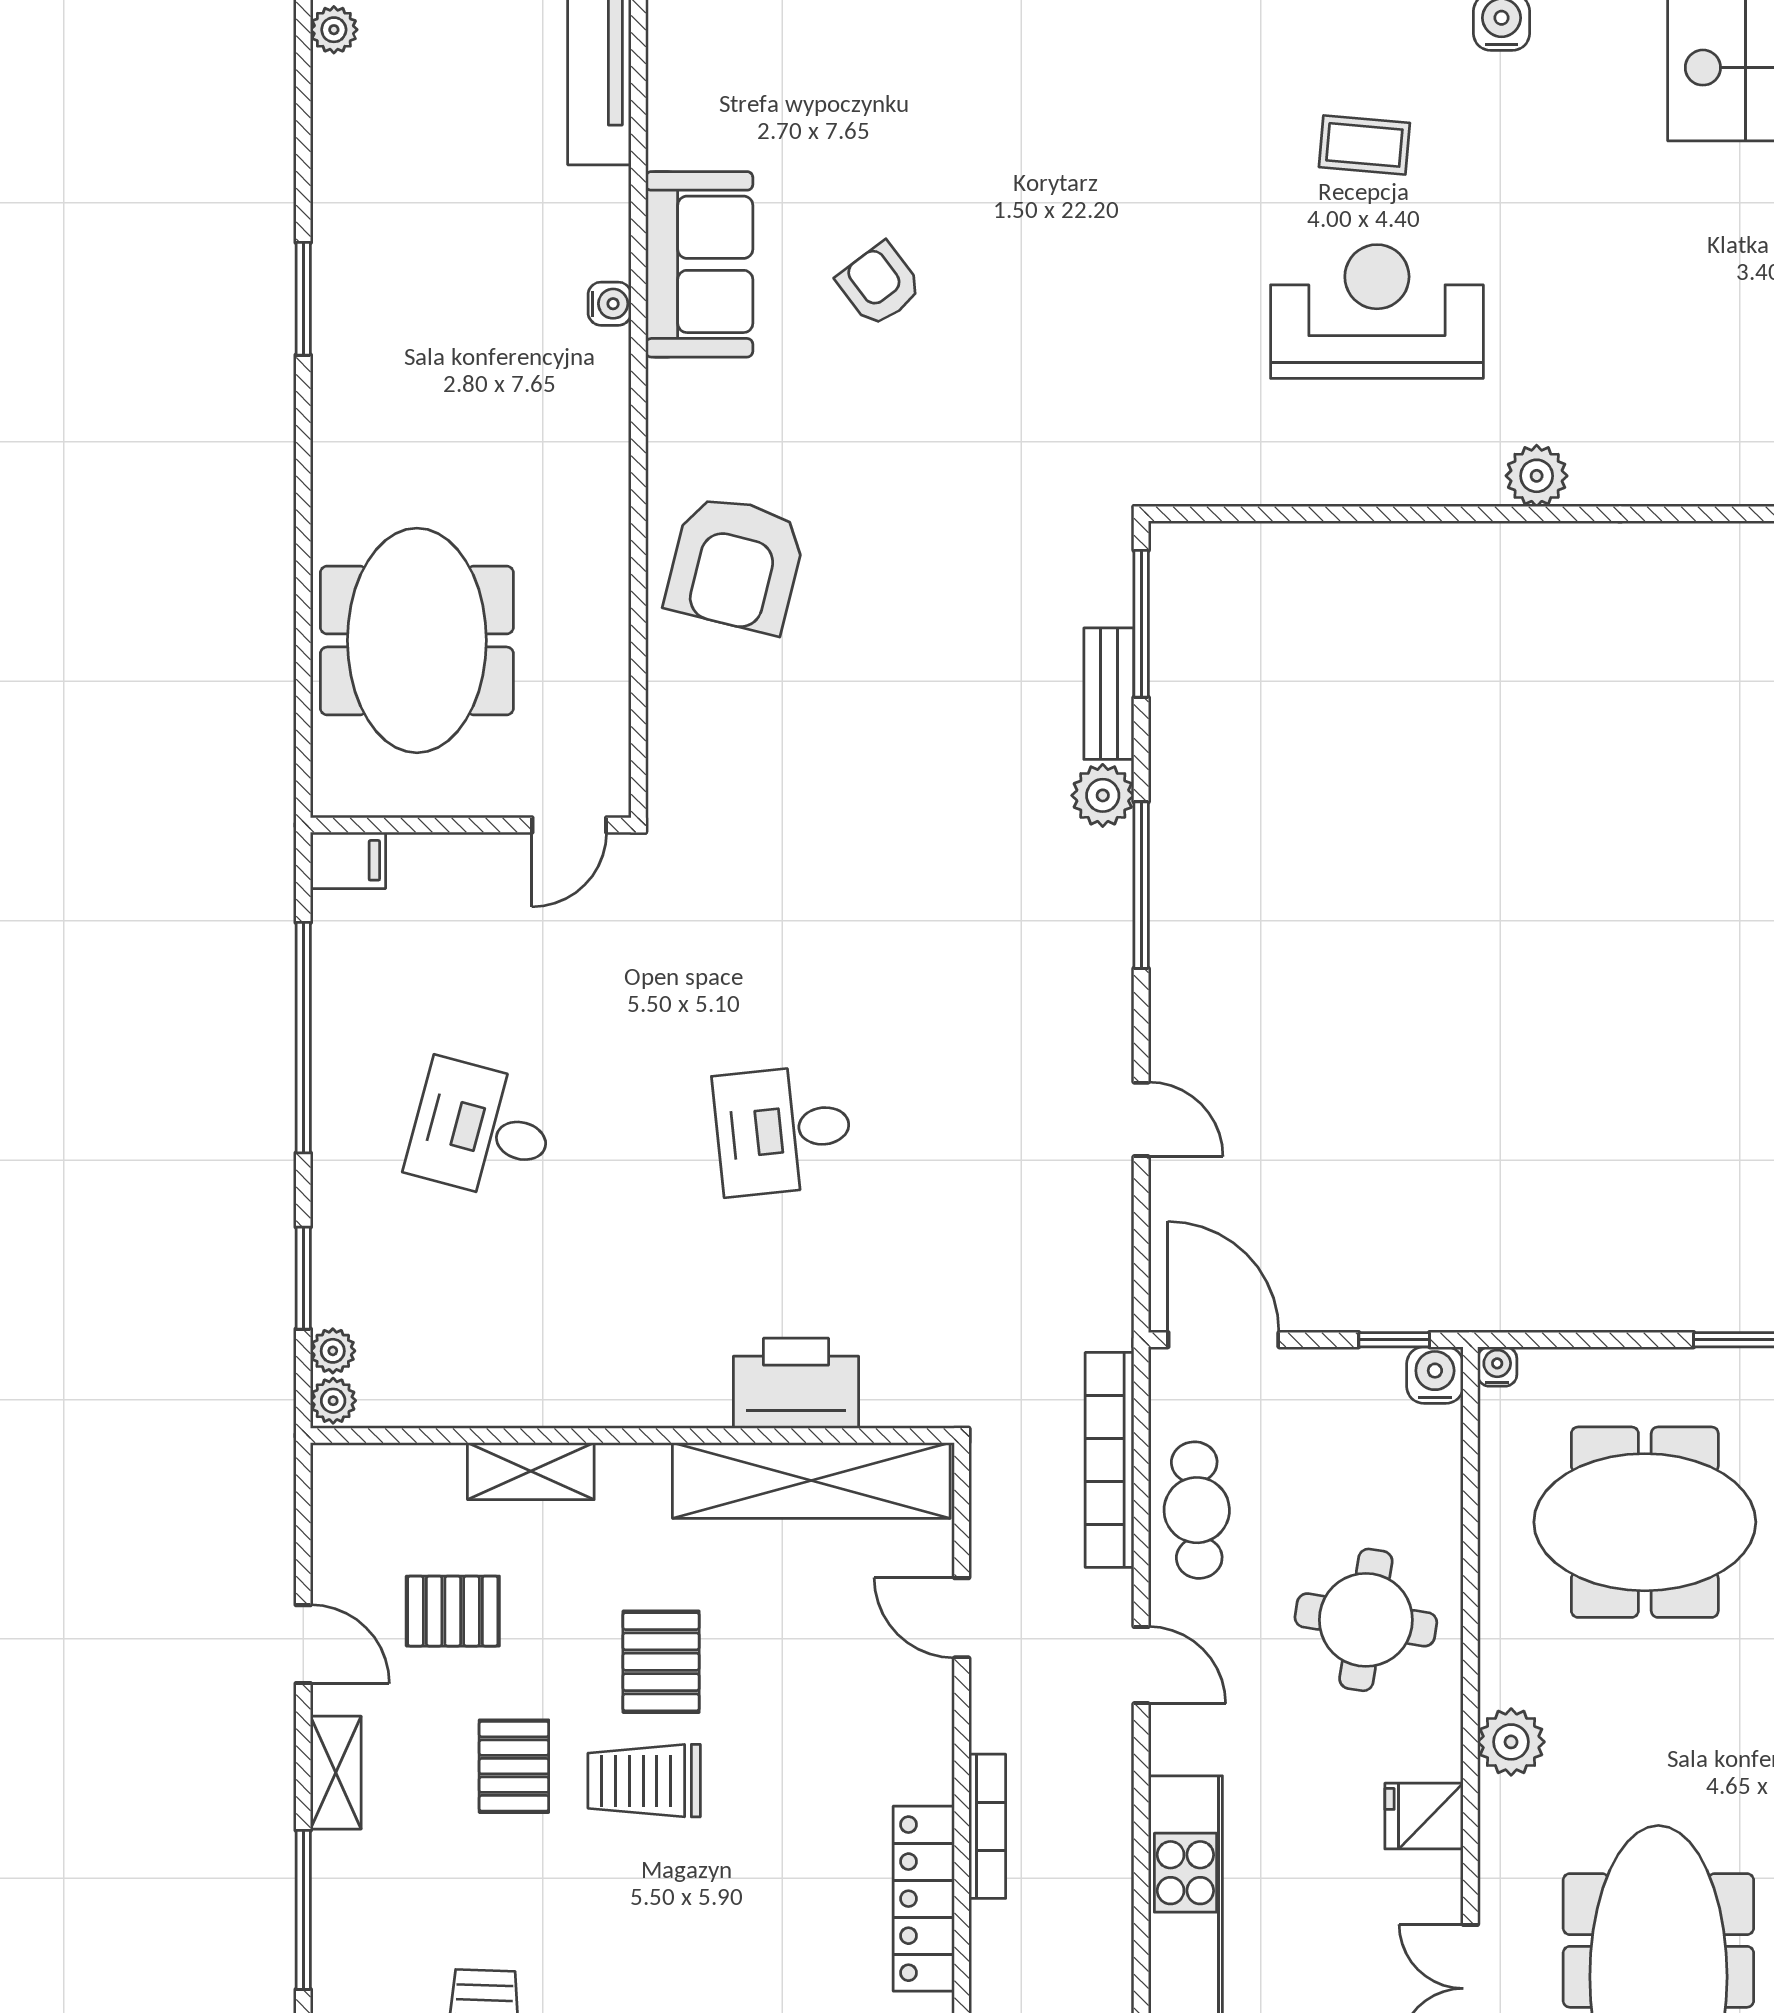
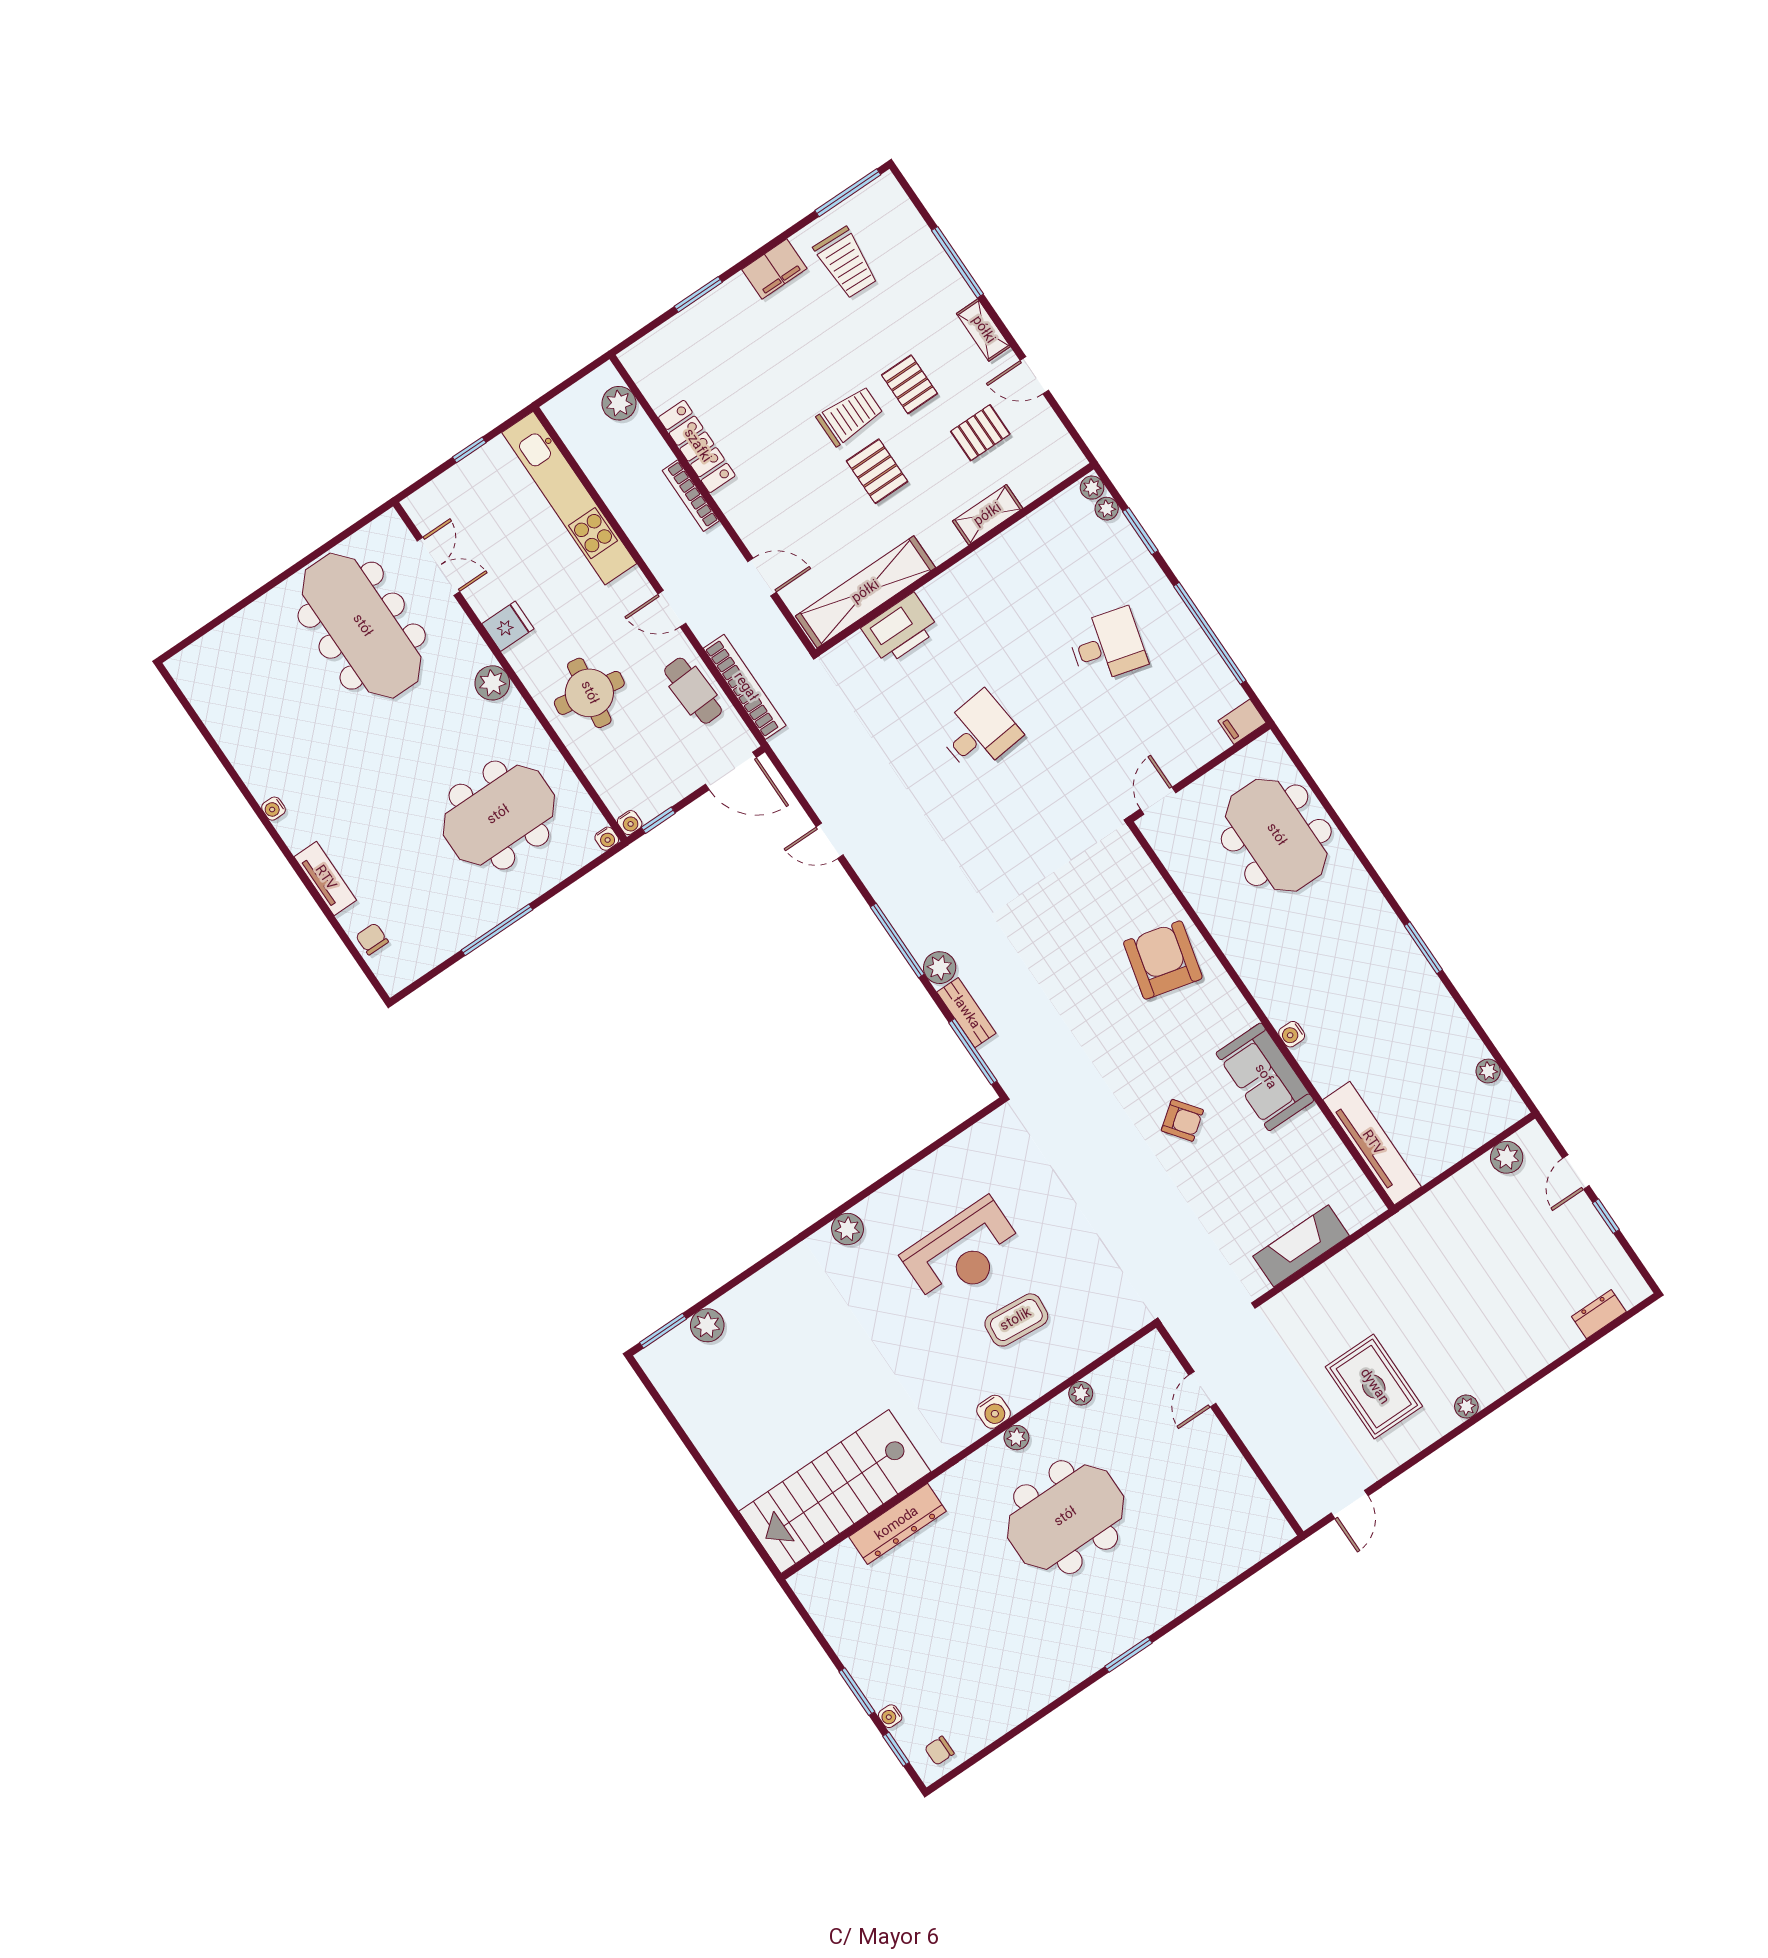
coffee table: (1364, 145) -> (1016, 1320), width x1.36, depth x1.30
water cooler: (1435, 1375) -> (630, 823), width x0.72, depth x0.72

